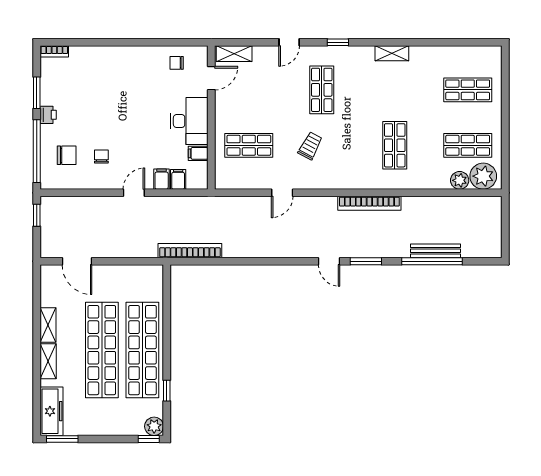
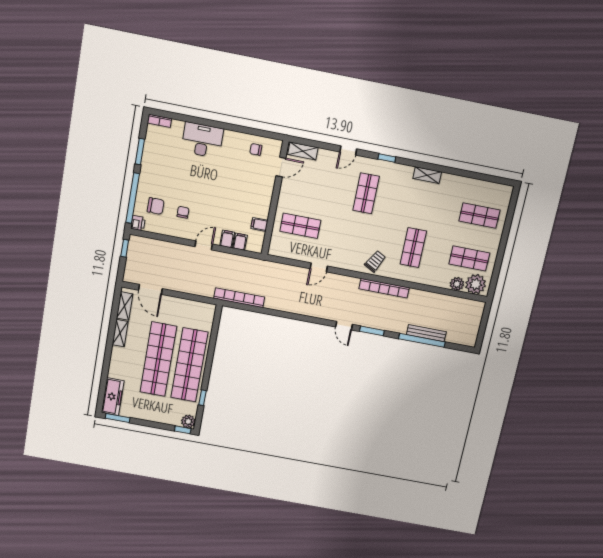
printer: (48, 115) -> (138, 223), moved
desk: (189, 121) -> (202, 140), moved, turned -90
trolley: (310, 146) -> (375, 261), moved
shelving: (48, 361) -> (125, 306), moved

